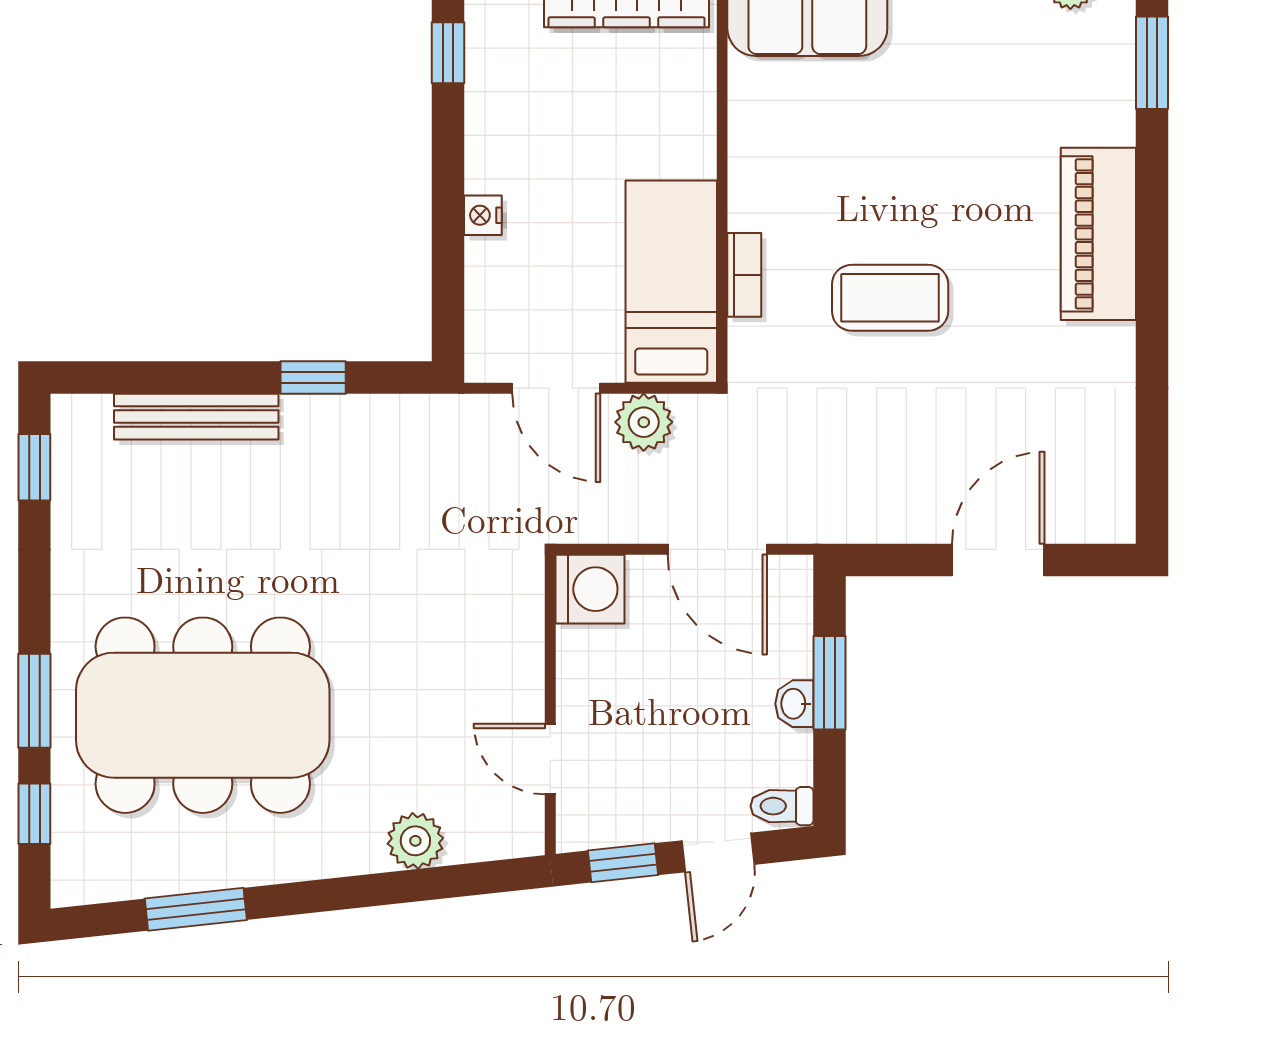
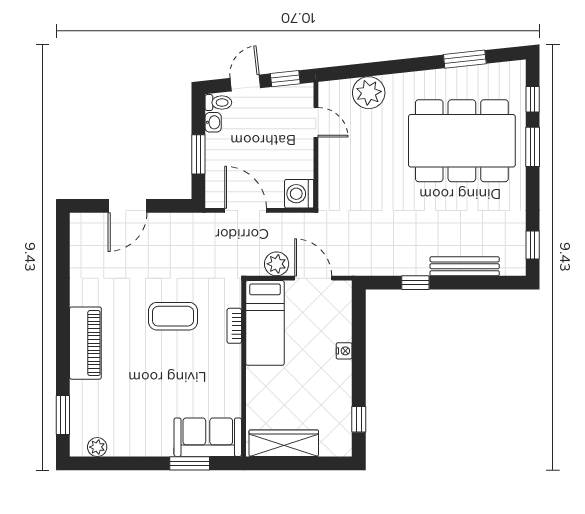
washbasin: (794, 704) -> (213, 122), moved
plant: (415, 841) -> (369, 93), width x1.36, depth x1.36

